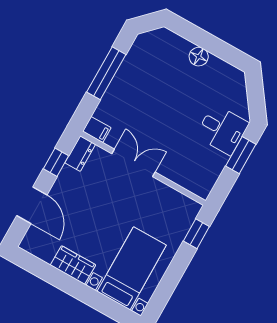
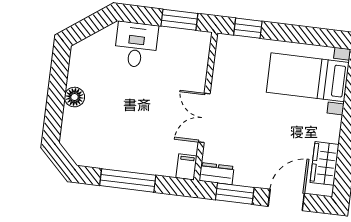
window: (241, 155) -> (179, 20), moved
window: (56, 162) -> (235, 194), width x1.50
wardrobe: (73, 265) -> (325, 163), moved

